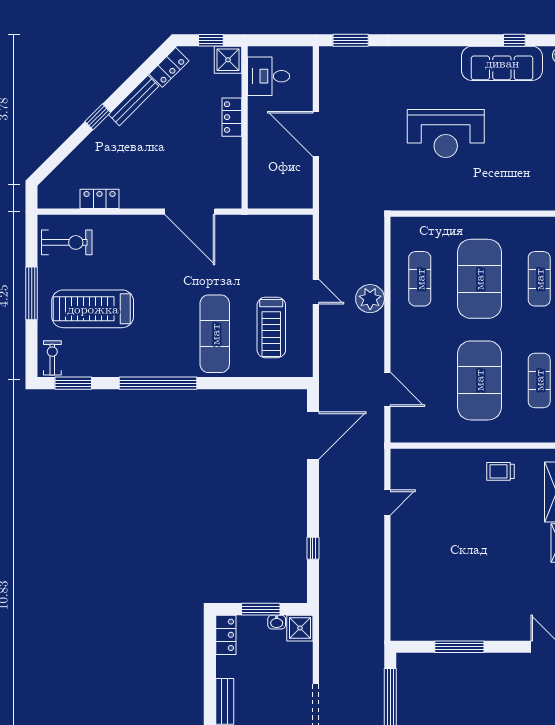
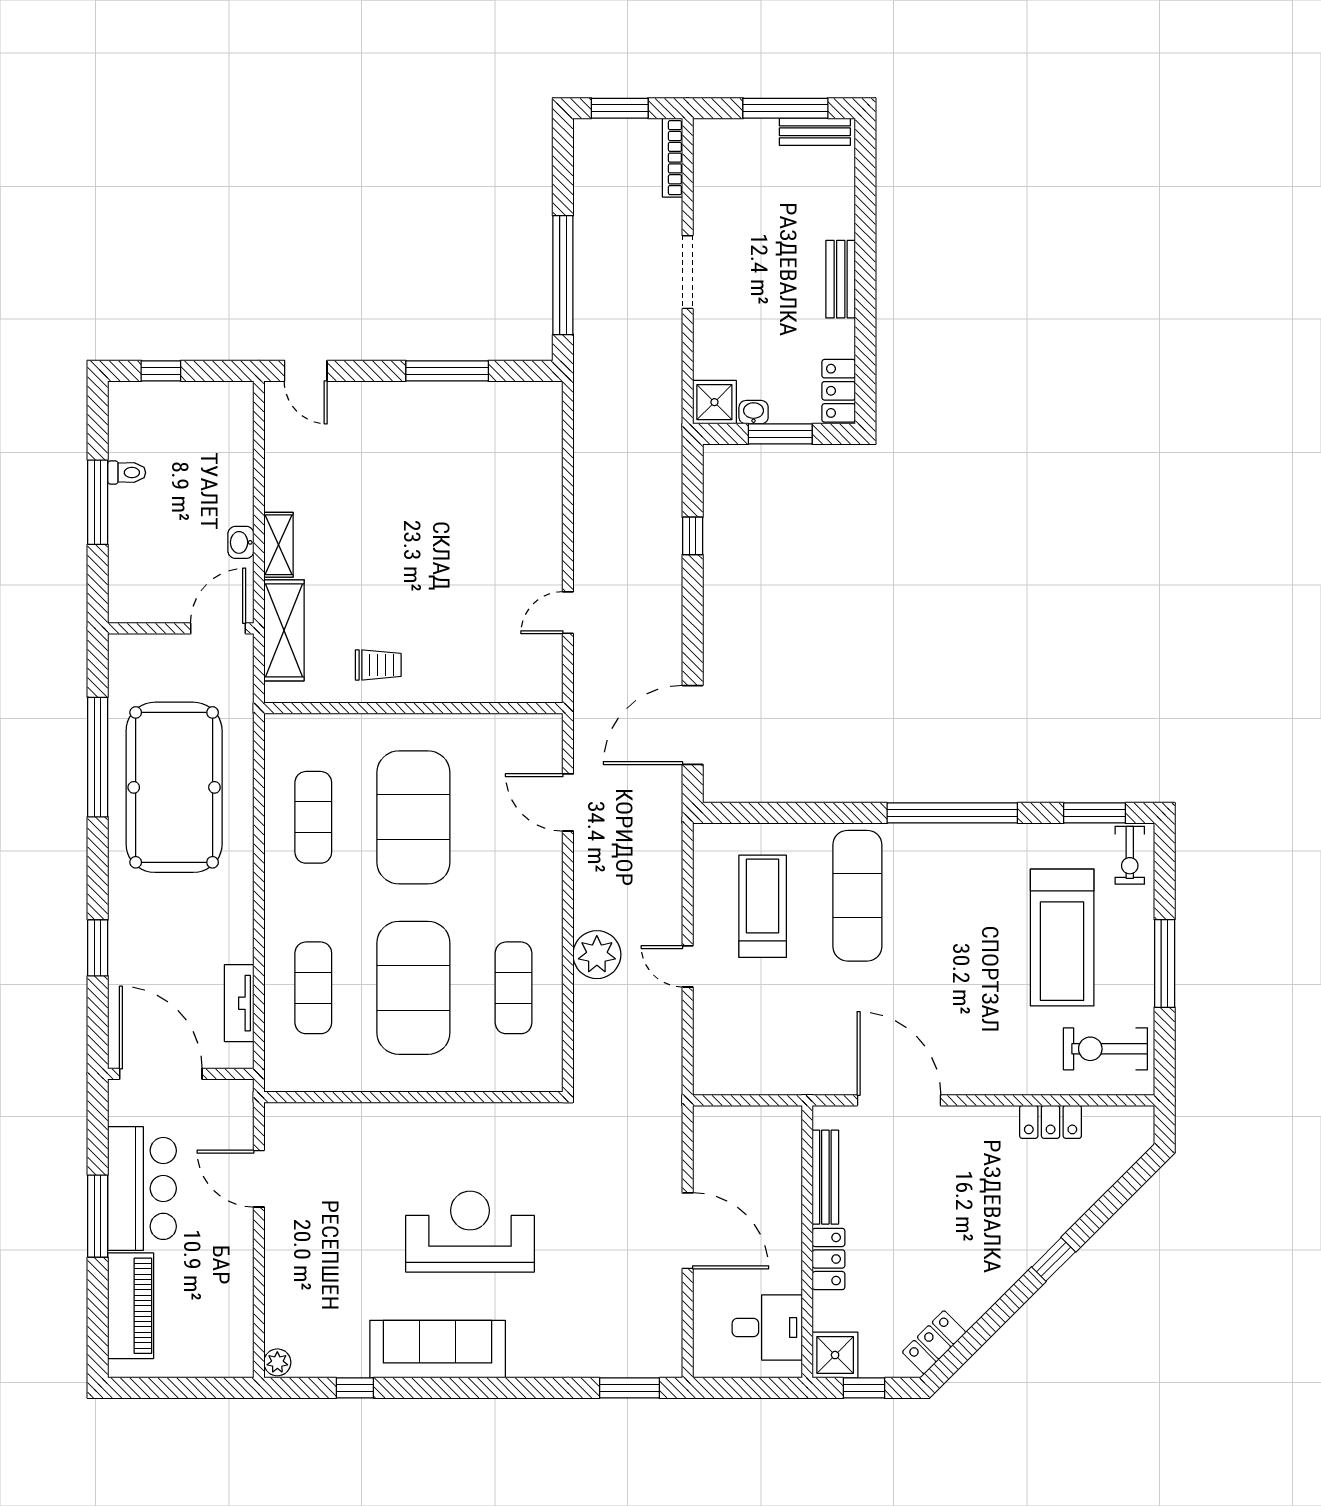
sofa: (502, 63) -> (438, 1349), moved
bench: (134, 100) -> (825, 1177), moved, turned -45
treadmill: (93, 309) -> (1062, 938), turned 90

